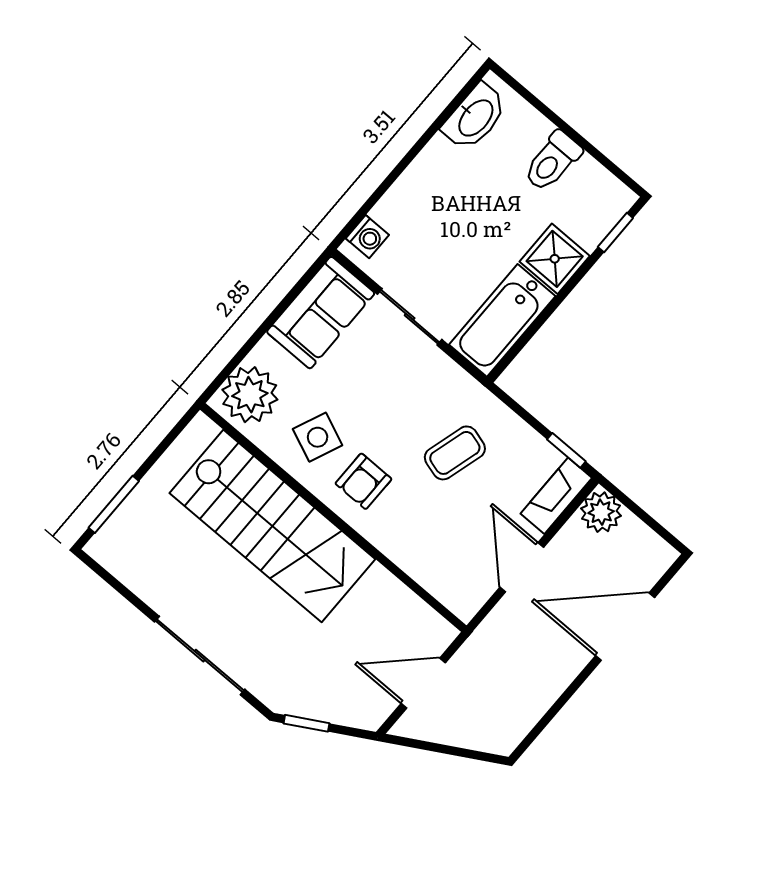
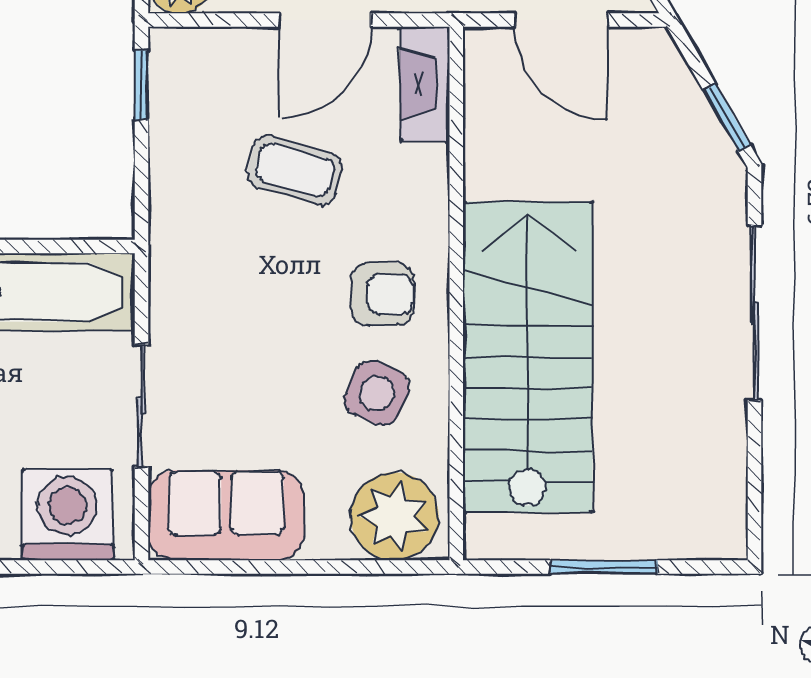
washing machine: (367, 237) -> (68, 515), width x1.89, depth x1.89
coffee table: (455, 453) -> (295, 170), moved
fireplace: (556, 496) -> (425, 84), moved, turned 90
window: (114, 504) -> (604, 567), moved

